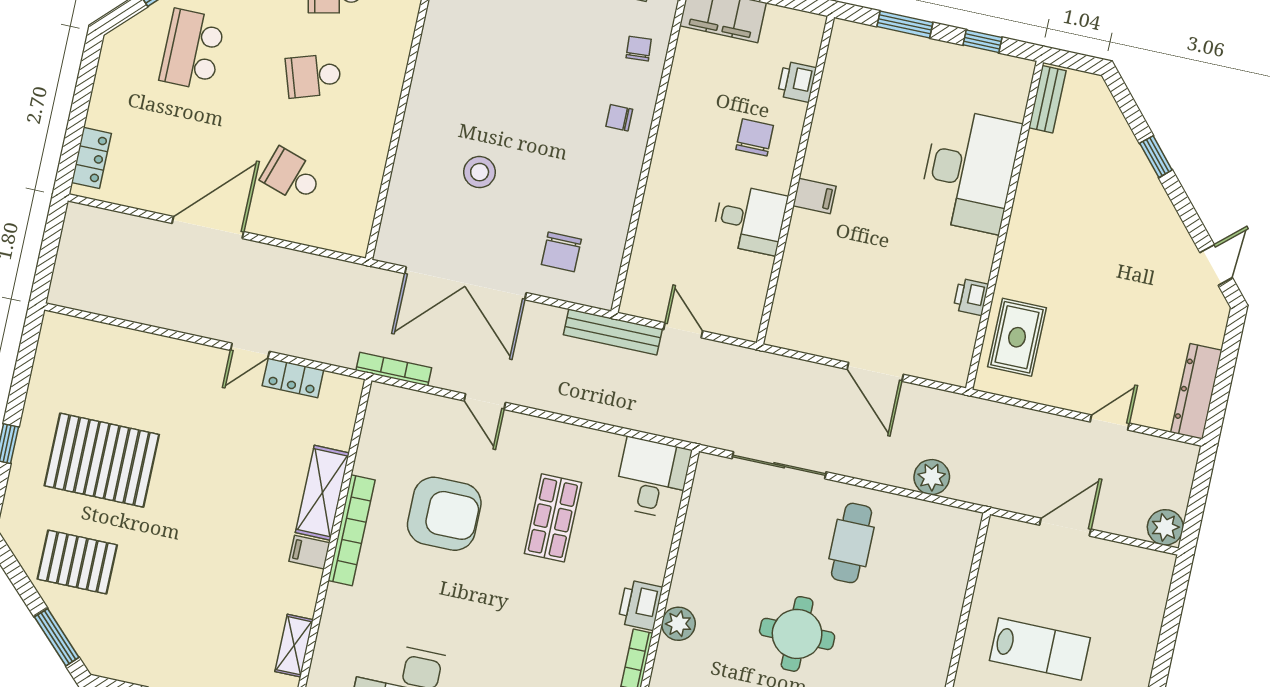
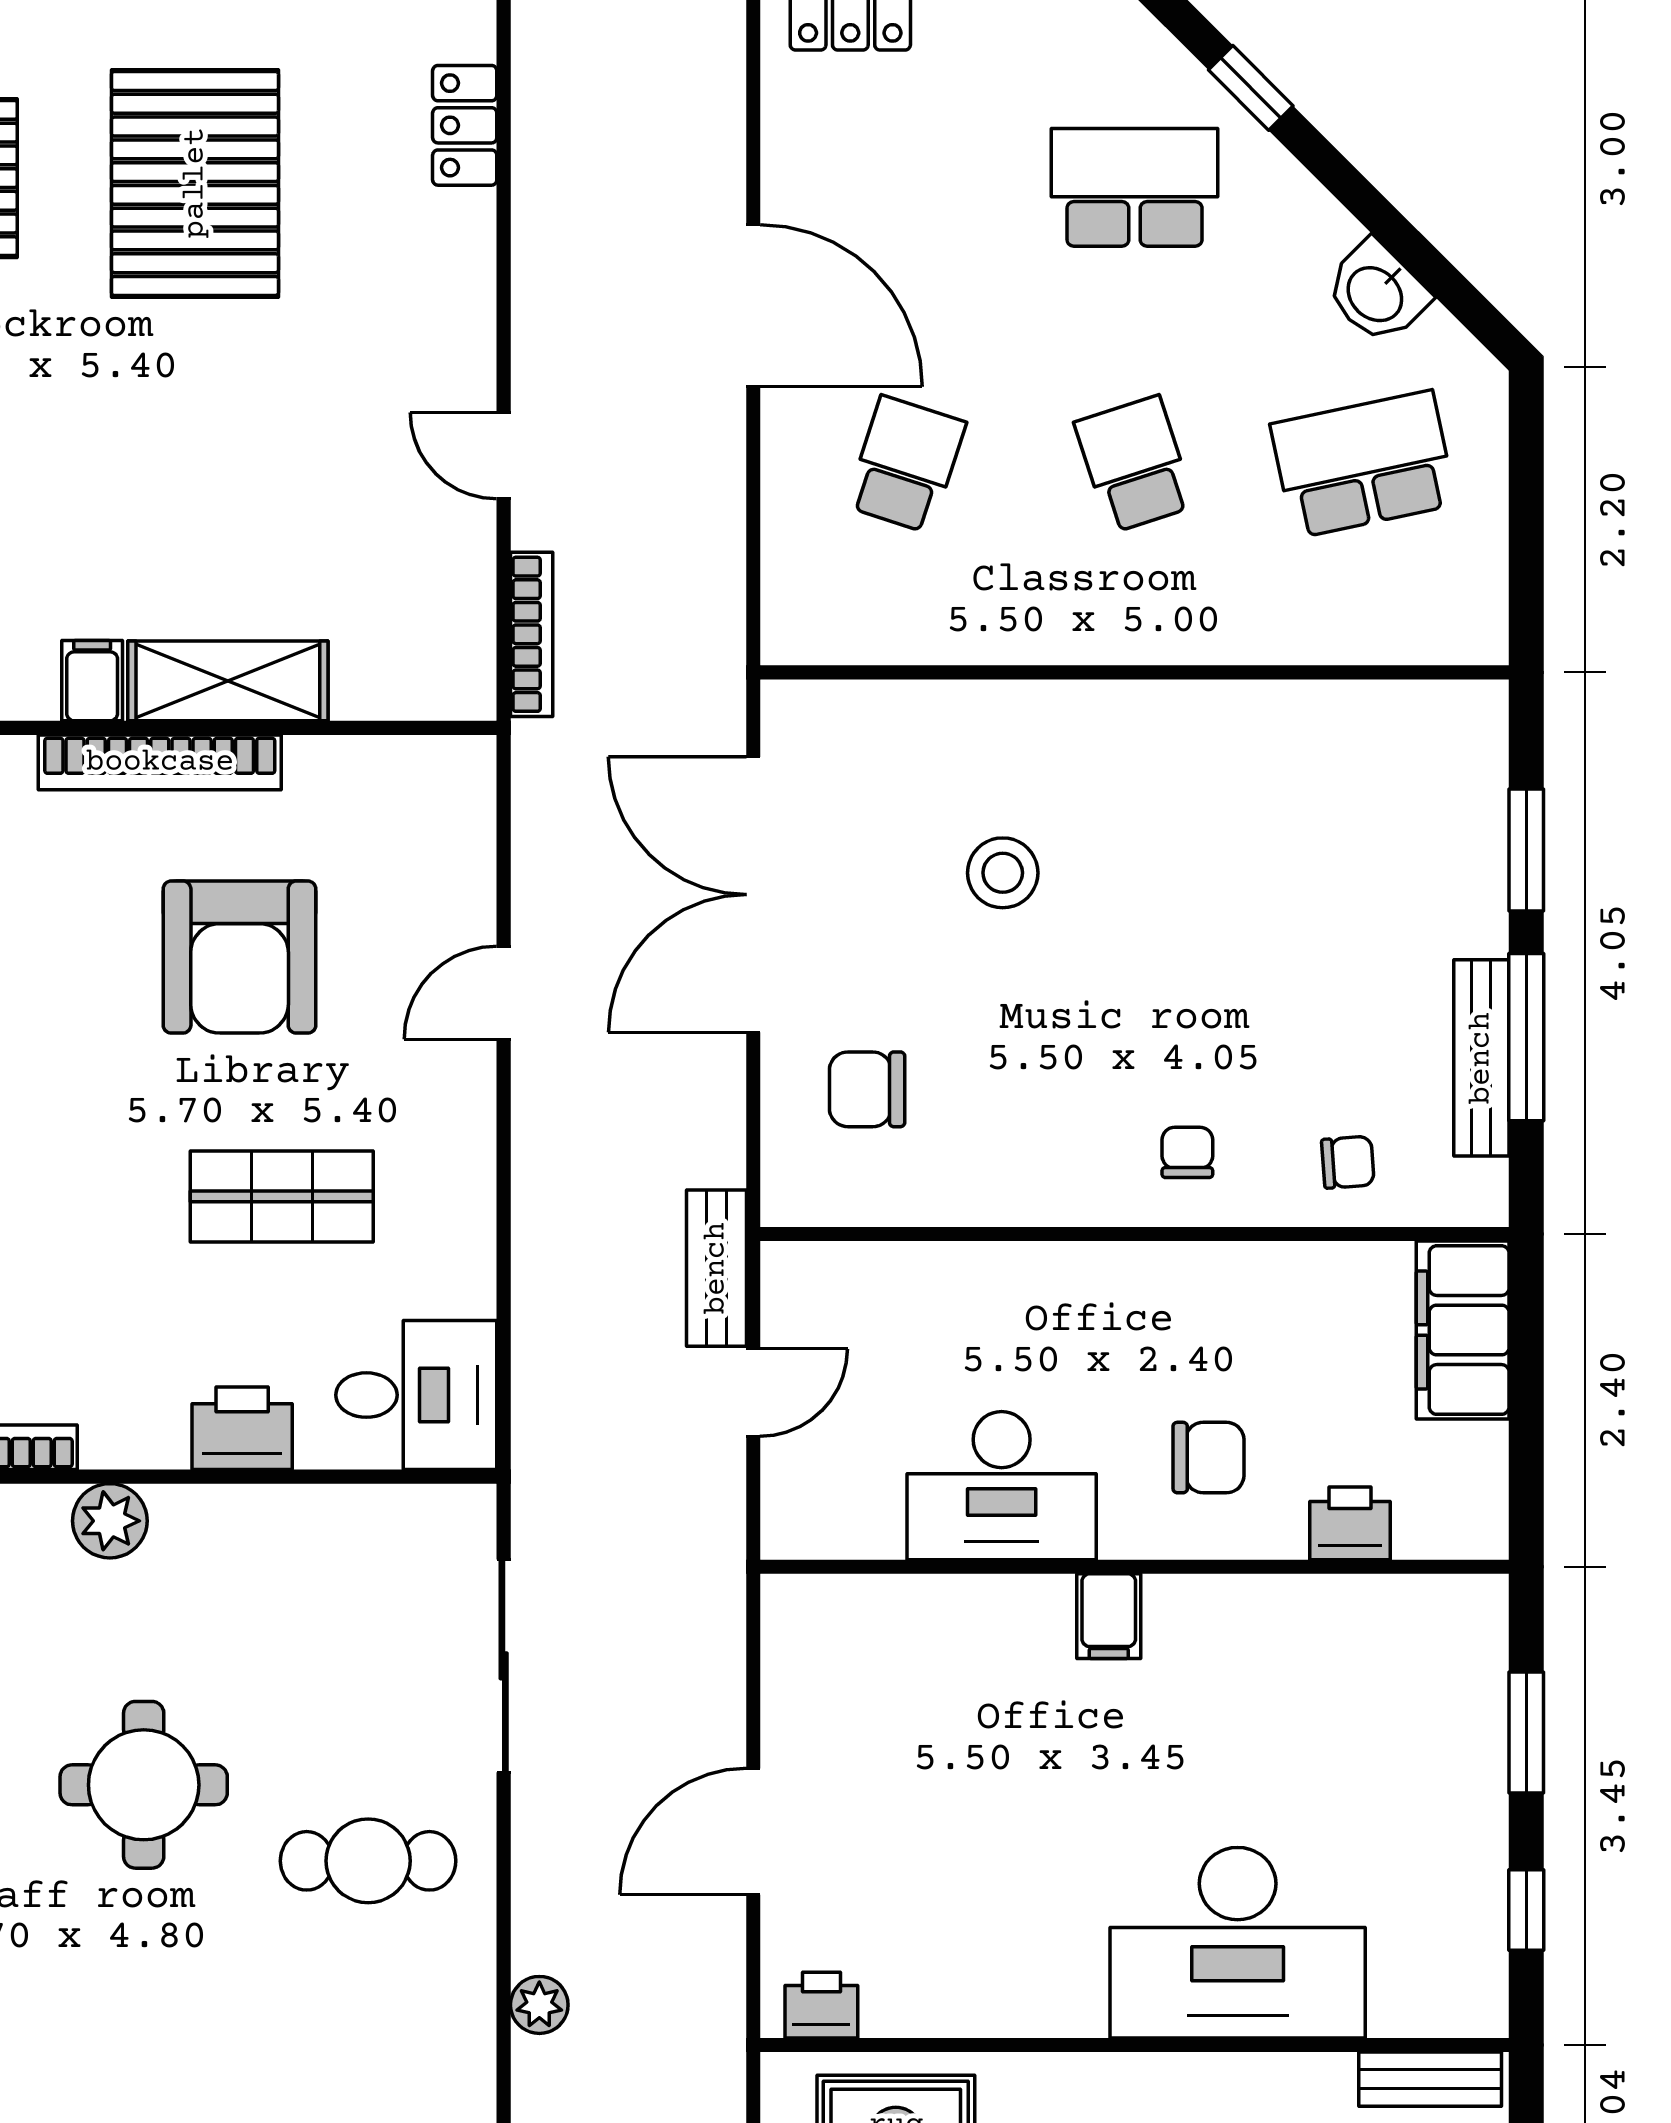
desk: (750, 219) -> (1002, 1486), width x1.37
printer: (971, 297) -> (821, 2005), moved
bench: (613, 332) -> (716, 1268), width x0.73
bookcase: (394, 369) -> (532, 634), moved
locker: (293, 378) -> (465, 125), moved
plant: (932, 477) -> (539, 2005), width x0.73, depth x0.73
printer: (640, 605) -> (242, 1428), moved

